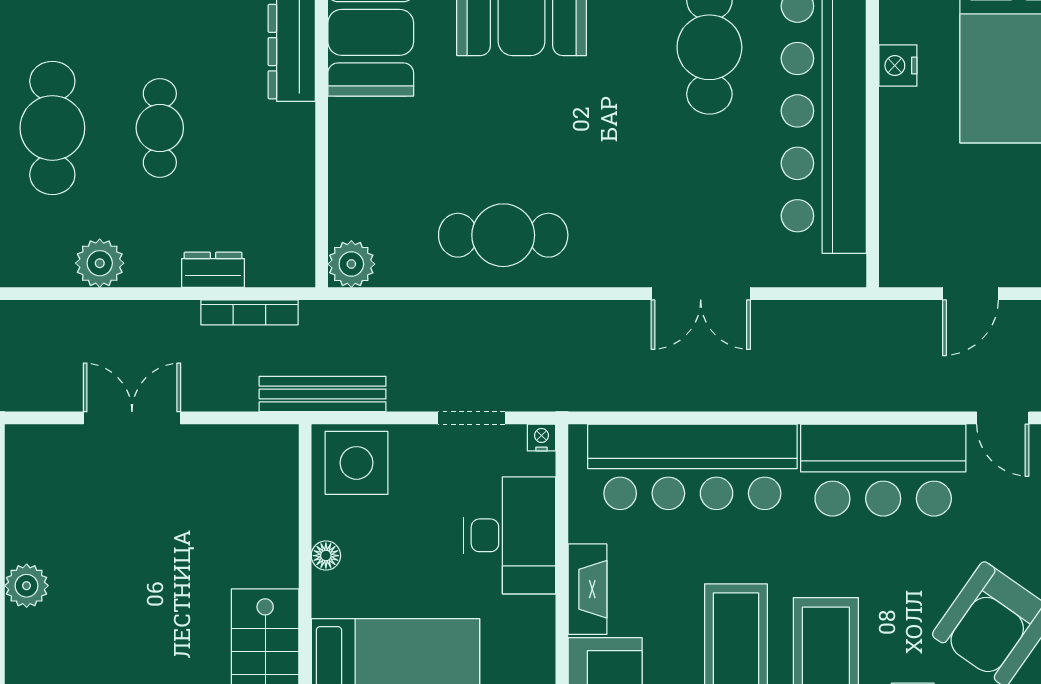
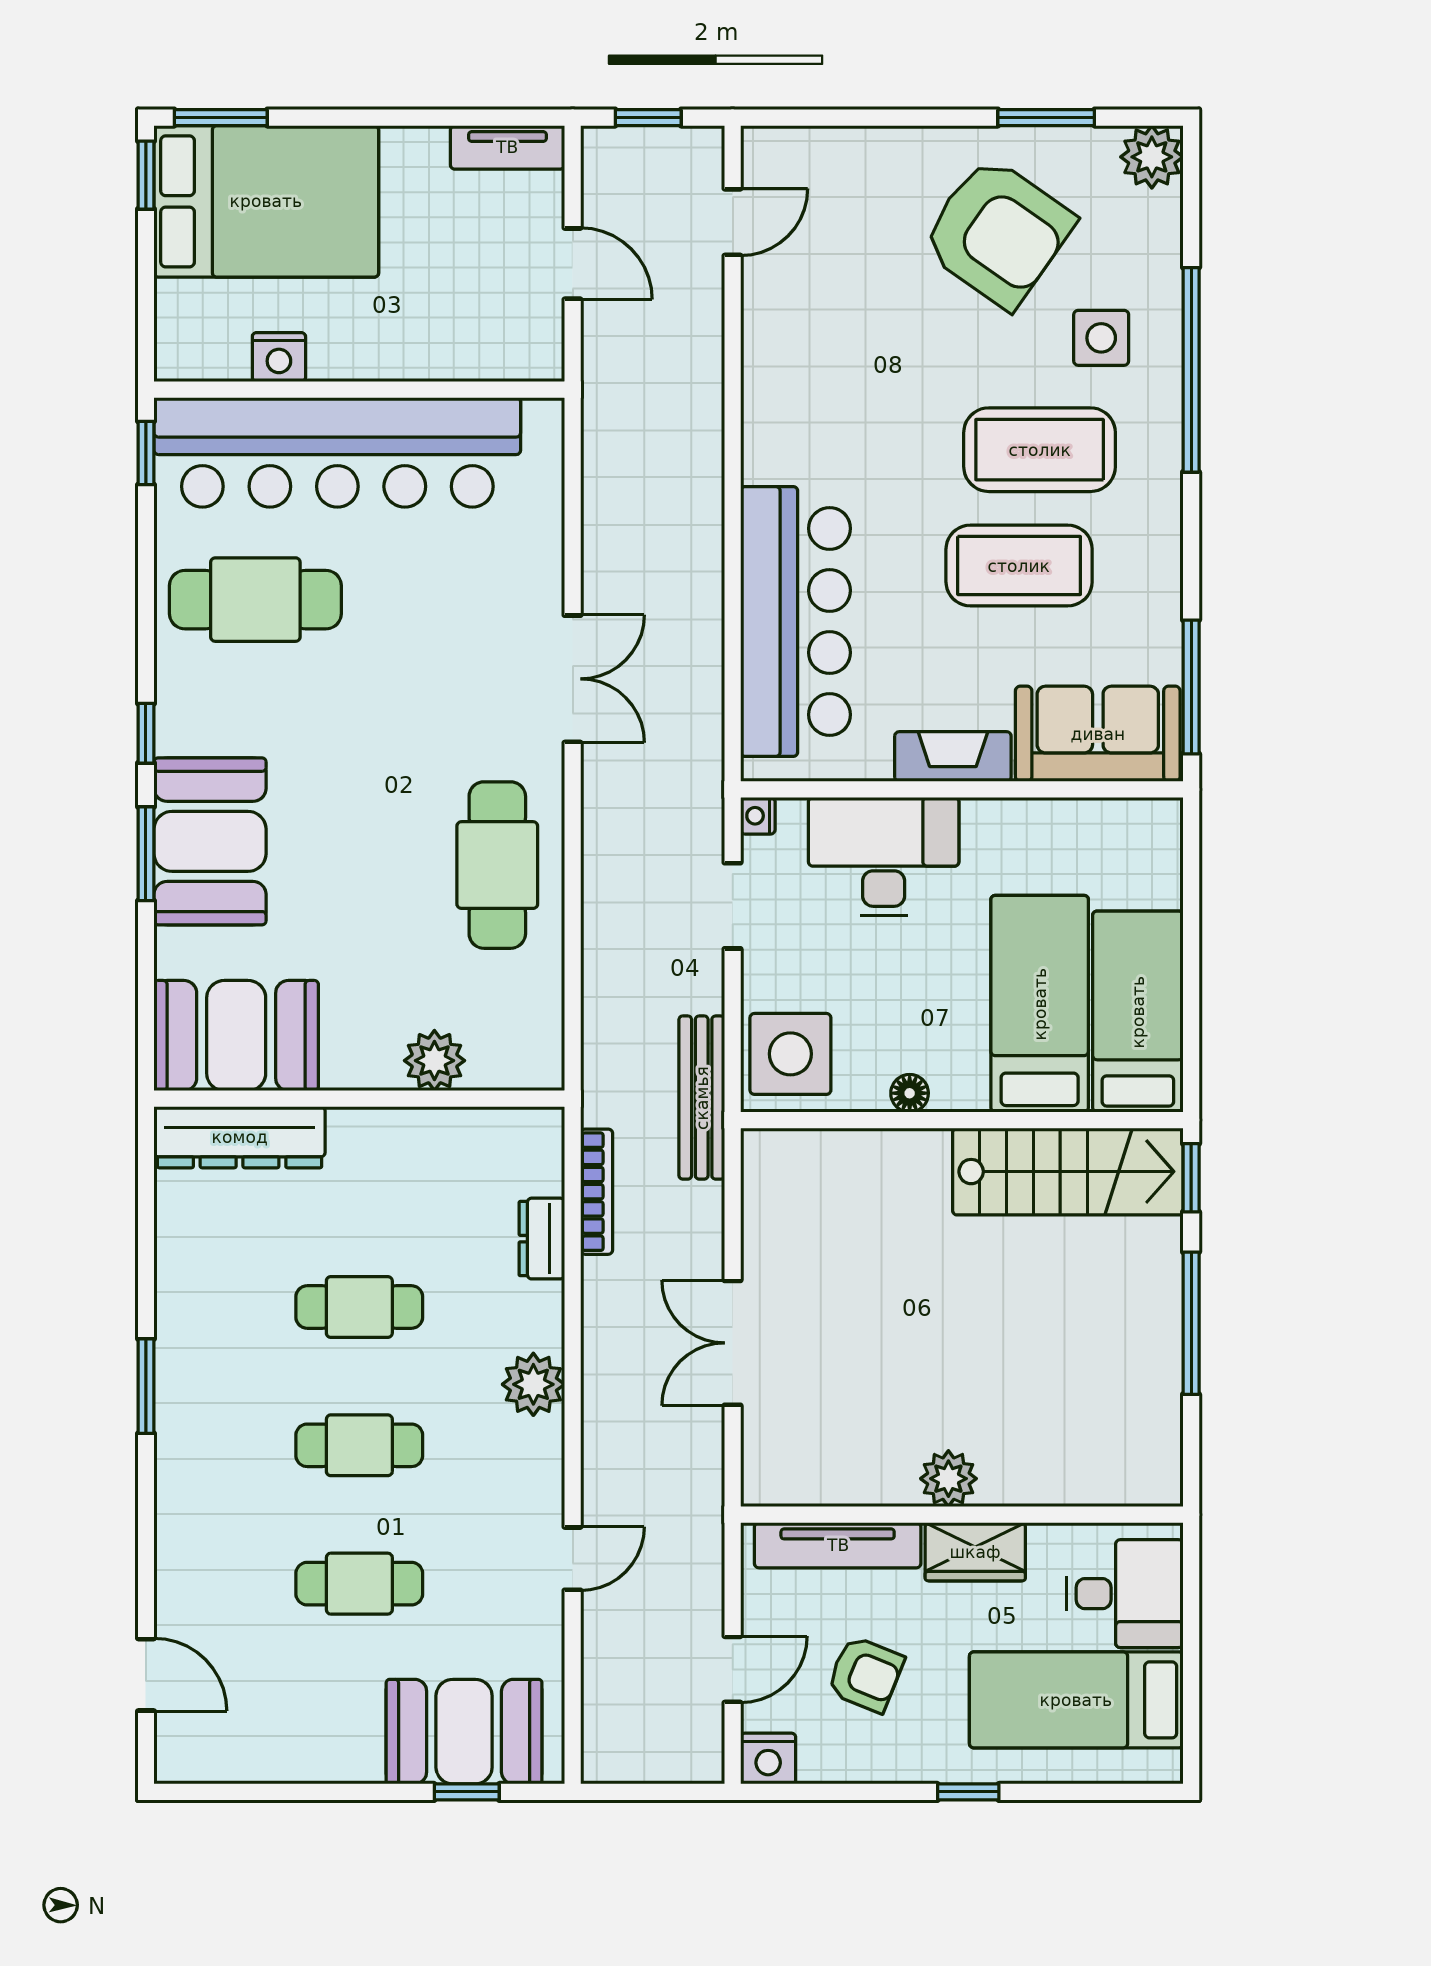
cafe table: (52, 128) -> (359, 1445), width x0.73, depth x0.74
plant: (351, 264) -> (434, 1061), moved
double door: (701, 294) -> (573, 679), moved
bar counter: (883, 470) -> (800, 376), removed

